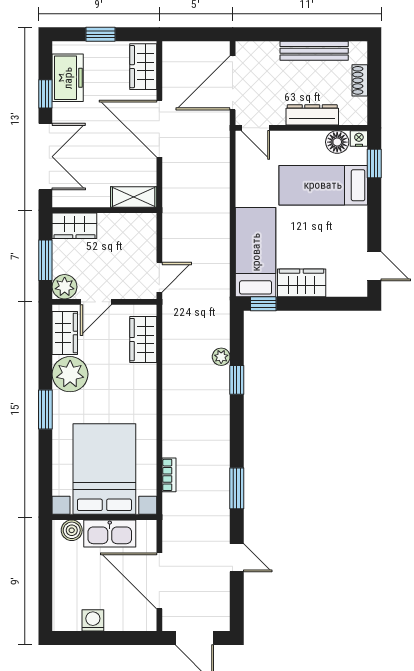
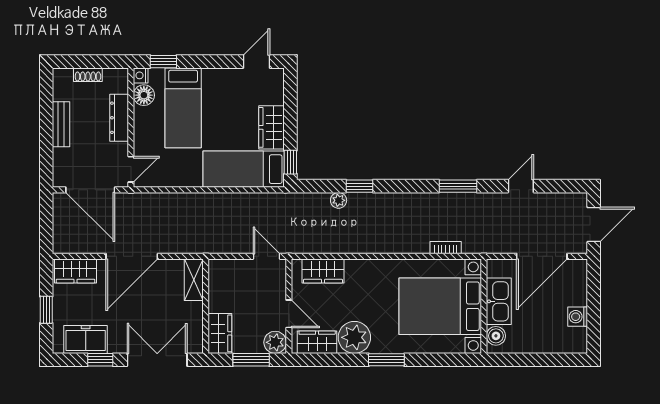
bench: (314, 51) -> (61, 124), width x0.73

